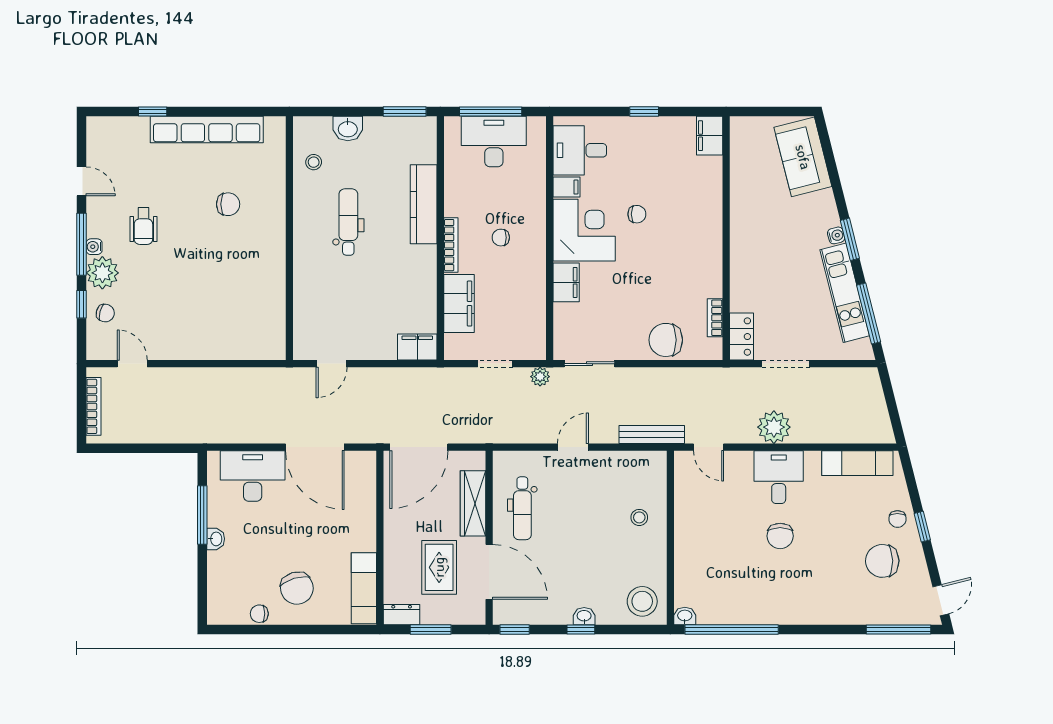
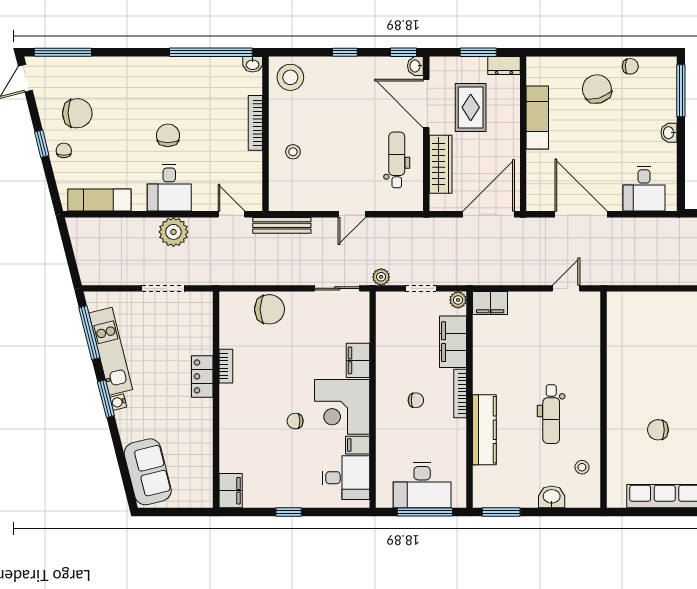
bookcase: (715, 318) -> (226, 366), moved
locker: (741, 337) -> (202, 376), moved
plant: (453, 351) -> (458, 300), added
desk: (253, 476) -> (644, 189), width x0.73
window: (202, 515) -> (681, 91), moved
bookcase: (682, 550) -> (255, 123), added
exam couch: (364, 588) -> (537, 118), moved
washbasin: (584, 616) -> (415, 66), moved, turned 90

